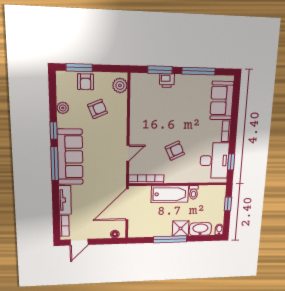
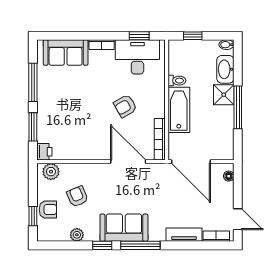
window: (79, 68) -> (33, 216), width x0.67
printer: (167, 81) -> (44, 152), moved
armchair: (175, 151) -> (125, 106), turned -95
door: (128, 153) -> (128, 162), width x1.87
sofa: (70, 157) -> (124, 228), width x0.73

